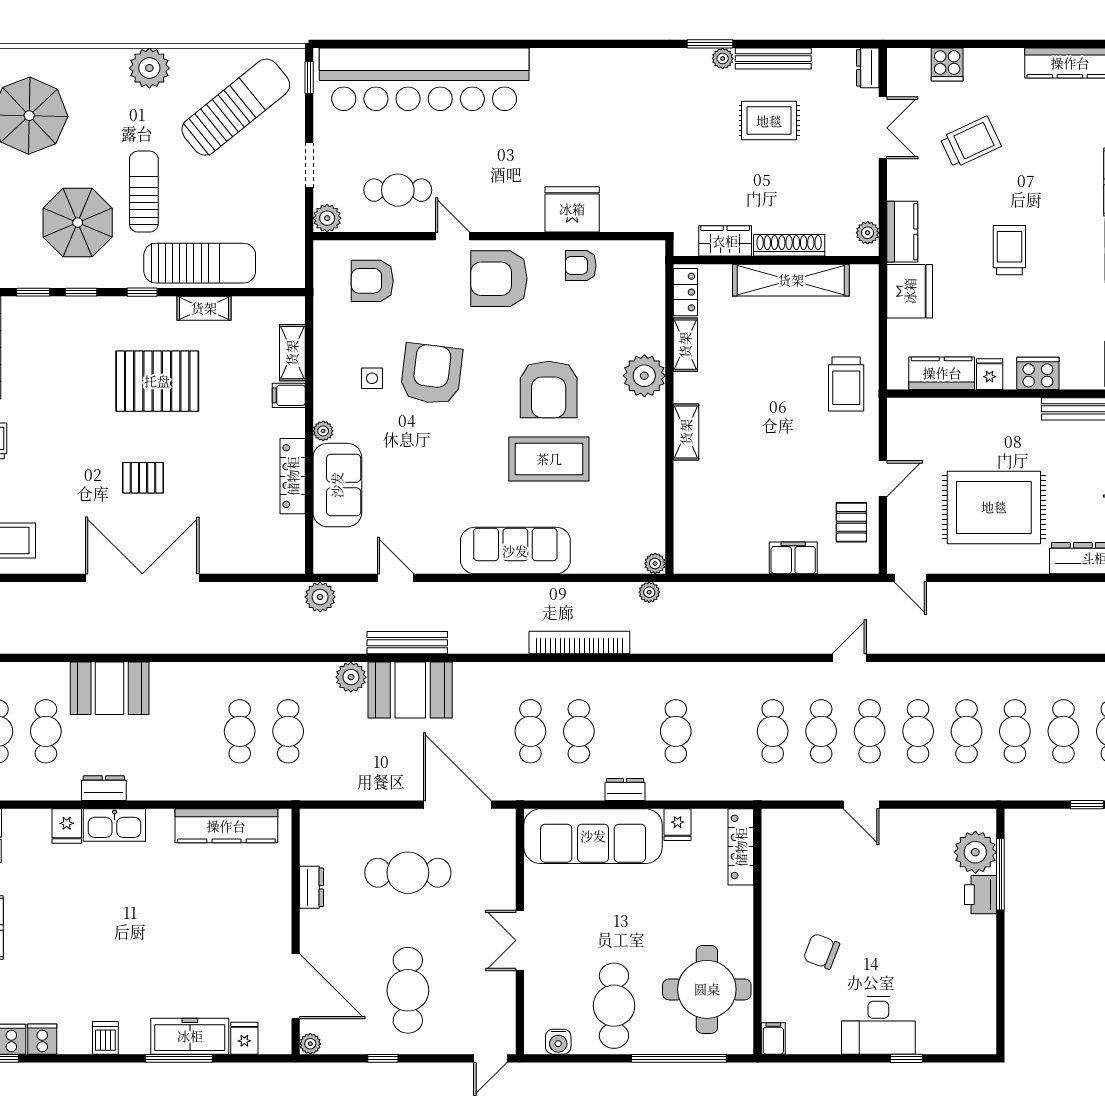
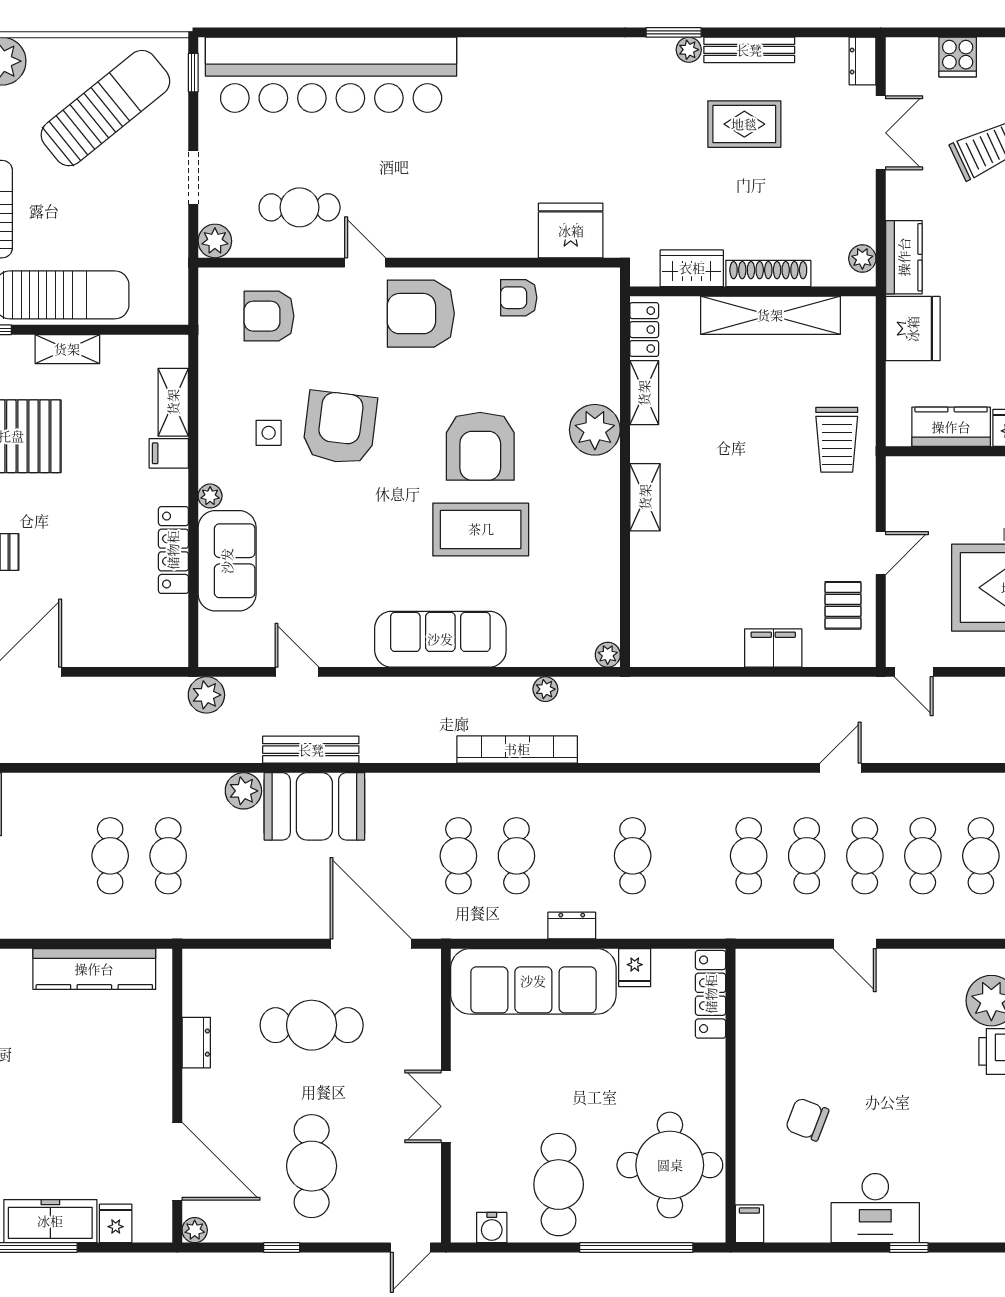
fridge: (572, 209) -> (571, 231), moved
plant: (649, 592) -> (545, 689), moved

